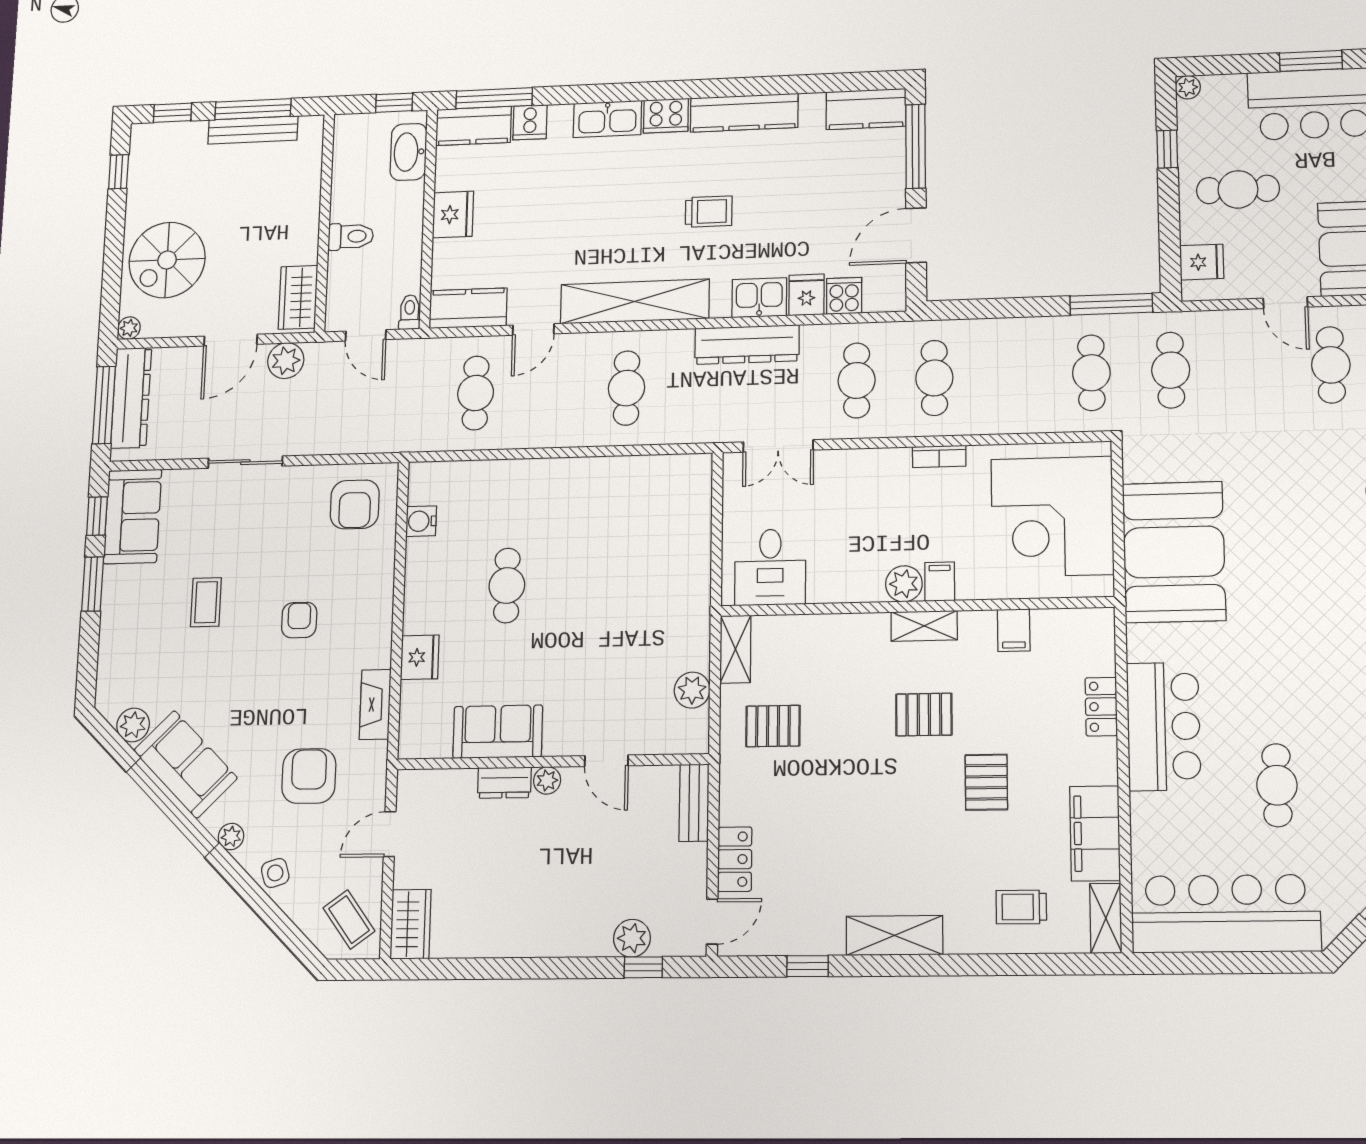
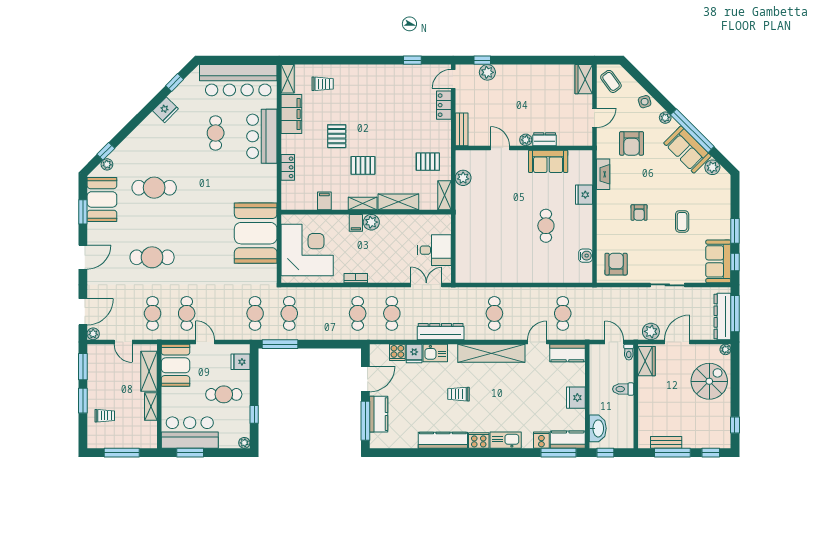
kitchen counter: (866, 109) -> (379, 414), moved, turned 90
bench: (253, 130) -> (666, 442), width x0.73
toilet: (410, 312) -> (629, 352), moved
desk: (770, 567) -> (434, 250), moved, turned 90
bar counter: (1164, 726) -> (262, 136), moved
shelving: (894, 935) -> (398, 202), moved

